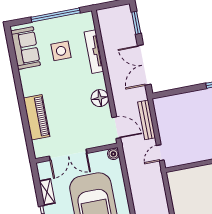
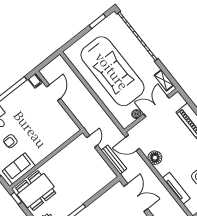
boiler: (113, 154) -> (136, 114), moved
shelving: (47, 192) -> (164, 80), moved

